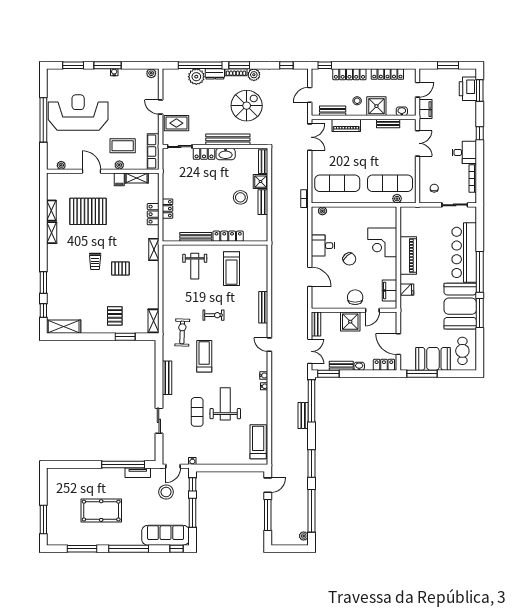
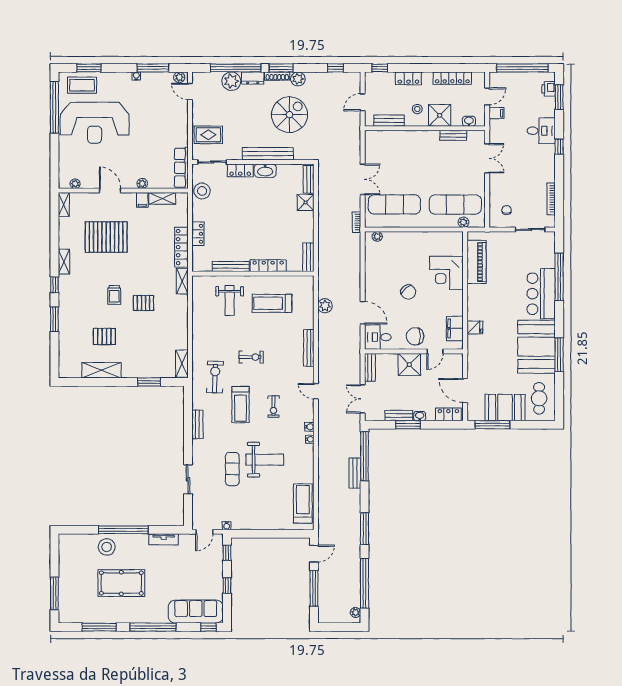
window: (108, 65) -> (153, 68), moved
window: (448, 65) -> (522, 68), width x2.11
locker: (349, 74) -> (408, 78), width x0.66
printer: (468, 89) -> (549, 89), width x0.53, depth x0.68
door: (161, 107) -> (190, 91), moved
filing cabinet: (426, 109) -> (496, 113), width x0.50
reception desk: (78, 113) -> (95, 123), turned 180
window: (43, 120) -> (54, 107), moved
piano: (346, 125) -> (405, 138), removed
double door: (310, 137) -> (363, 179), moved
coffee table: (123, 146) -> (82, 85), moved
desk: (464, 152) -> (541, 131), moved
stool: (240, 197) -> (202, 191), moved
bench: (263, 202) -> (308, 257), moved
shelving: (51, 210) -> (64, 205), moved
locker: (153, 214) -> (181, 247), width x1.53
desk: (323, 246) -> (378, 337), moved
bar counter: (464, 252) -> (541, 294), width x0.73
piano: (408, 255) -> (476, 262), moved
treadmill: (231, 269) -> (272, 303), turned 90
plant: (277, 271) -> (325, 306), added
window: (480, 272) -> (559, 277), moved
chair: (355, 297) -> (415, 336), turned -90
window: (43, 310) -> (54, 285), moved
pallet: (115, 316) -> (104, 336), moved, turned 90
shelving: (64, 327) -> (101, 370), moved
double door: (310, 351) -> (363, 399), swing flipped
treadmill: (204, 356) -> (240, 405), turned 180
exercise bike: (233, 358) -> (274, 407), added
window: (328, 374) -> (408, 425), moved
bench: (167, 378) -> (197, 424), width x0.73
weight bench: (225, 404) -> (265, 460), turned 90
window: (123, 465) -> (123, 530), moved
stool: (166, 492) -> (107, 547), moved
window: (193, 513) -> (227, 586), width x0.46

